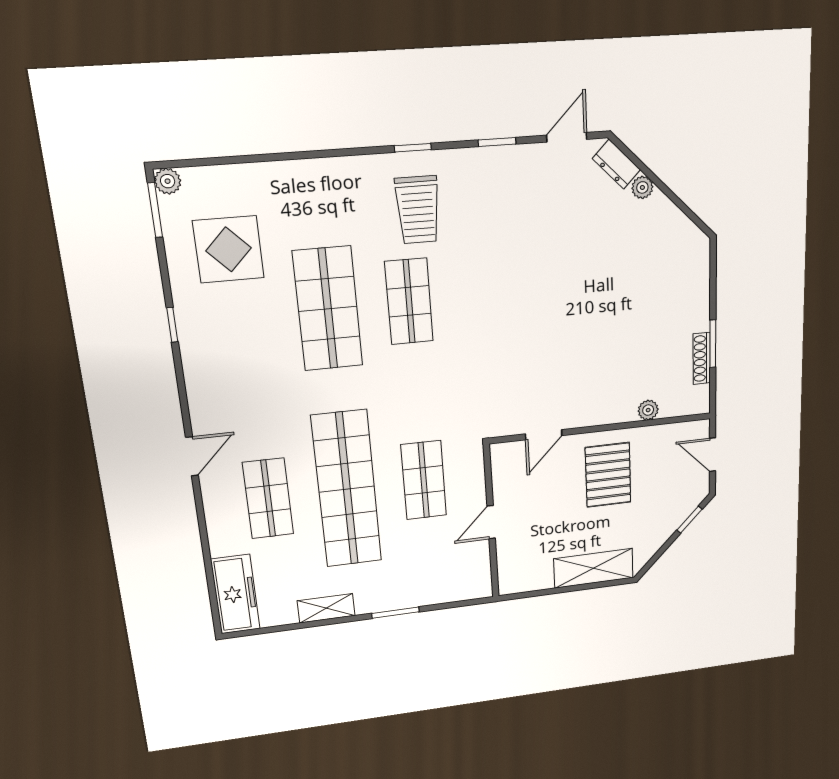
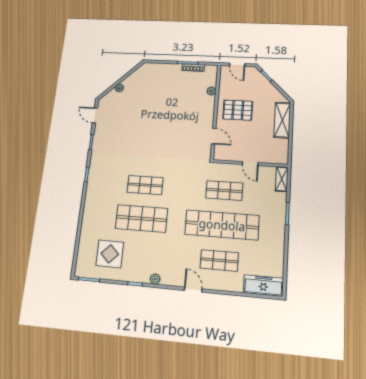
dresser: (616, 164) -> (109, 97), removed
plant: (168, 181) -> (155, 279), moved
trolley: (418, 210) -> (110, 176), removed
door: (713, 455) -> (237, 65), hinge flipped
shelving: (326, 608) -> (282, 179), moved

